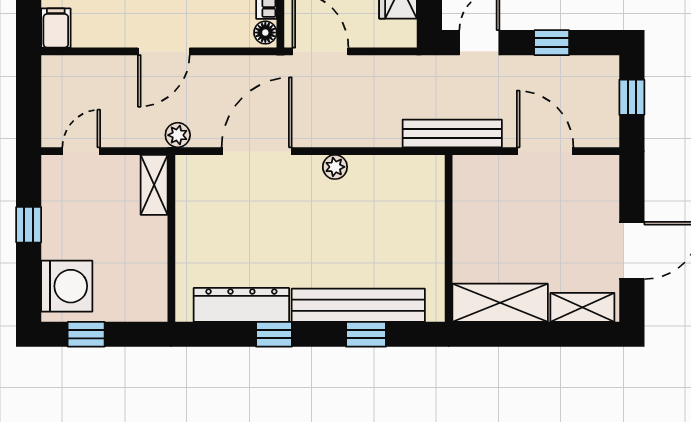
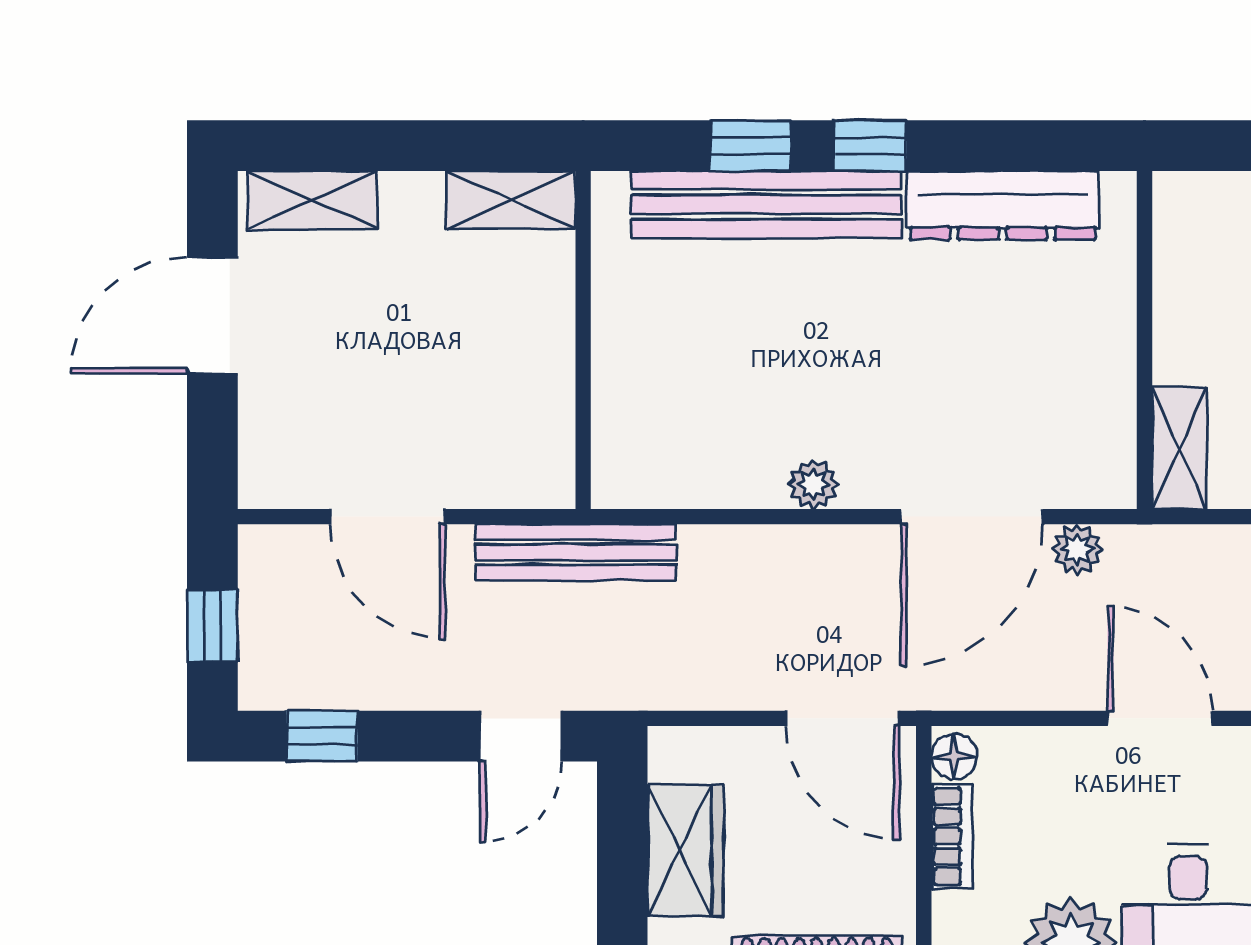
window: (552, 43) -> (322, 736), moved
door: (164, 51) -> (1160, 718), hinge flipped
plant: (178, 135) -> (1077, 549), moved
shelving: (500, 303) -> (511, 200), width x0.67, depth x0.75
window: (274, 334) -> (870, 146), moved

